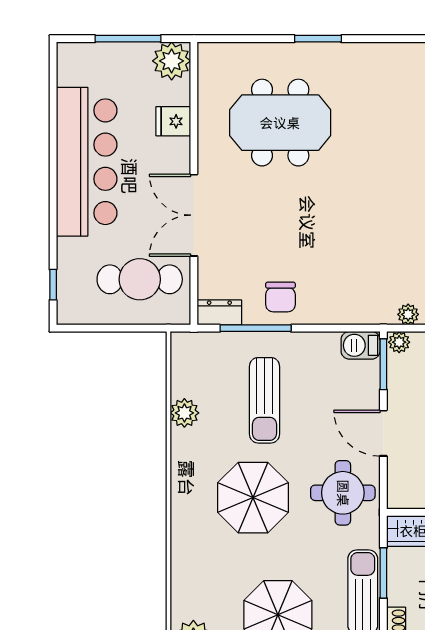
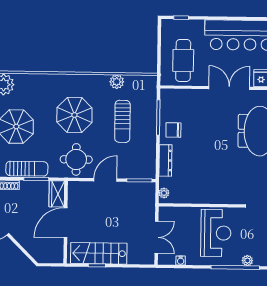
double door: (194, 215) -> (229, 88), moved
dresser: (219, 312) -> (165, 160), moved, width x1.44
plant: (399, 342) -> (150, 188), removed
barbecue: (361, 345) -> (149, 169), removed
sun lounger: (264, 400) -> (122, 121), turned -90

